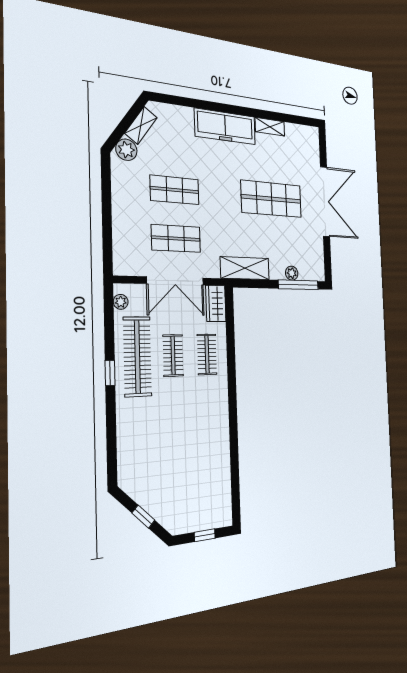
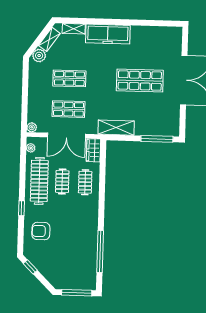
shelving: (270, 127) -> (74, 29), moved
plant: (292, 273) -> (32, 127), moved
window: (110, 373) -> (22, 208), moved
armchair: (144, 441) -> (41, 231), added
window: (234, 462) -> (100, 252), added
window: (143, 517) -> (30, 267), moved
window: (205, 535) -> (77, 293), width x2.17

